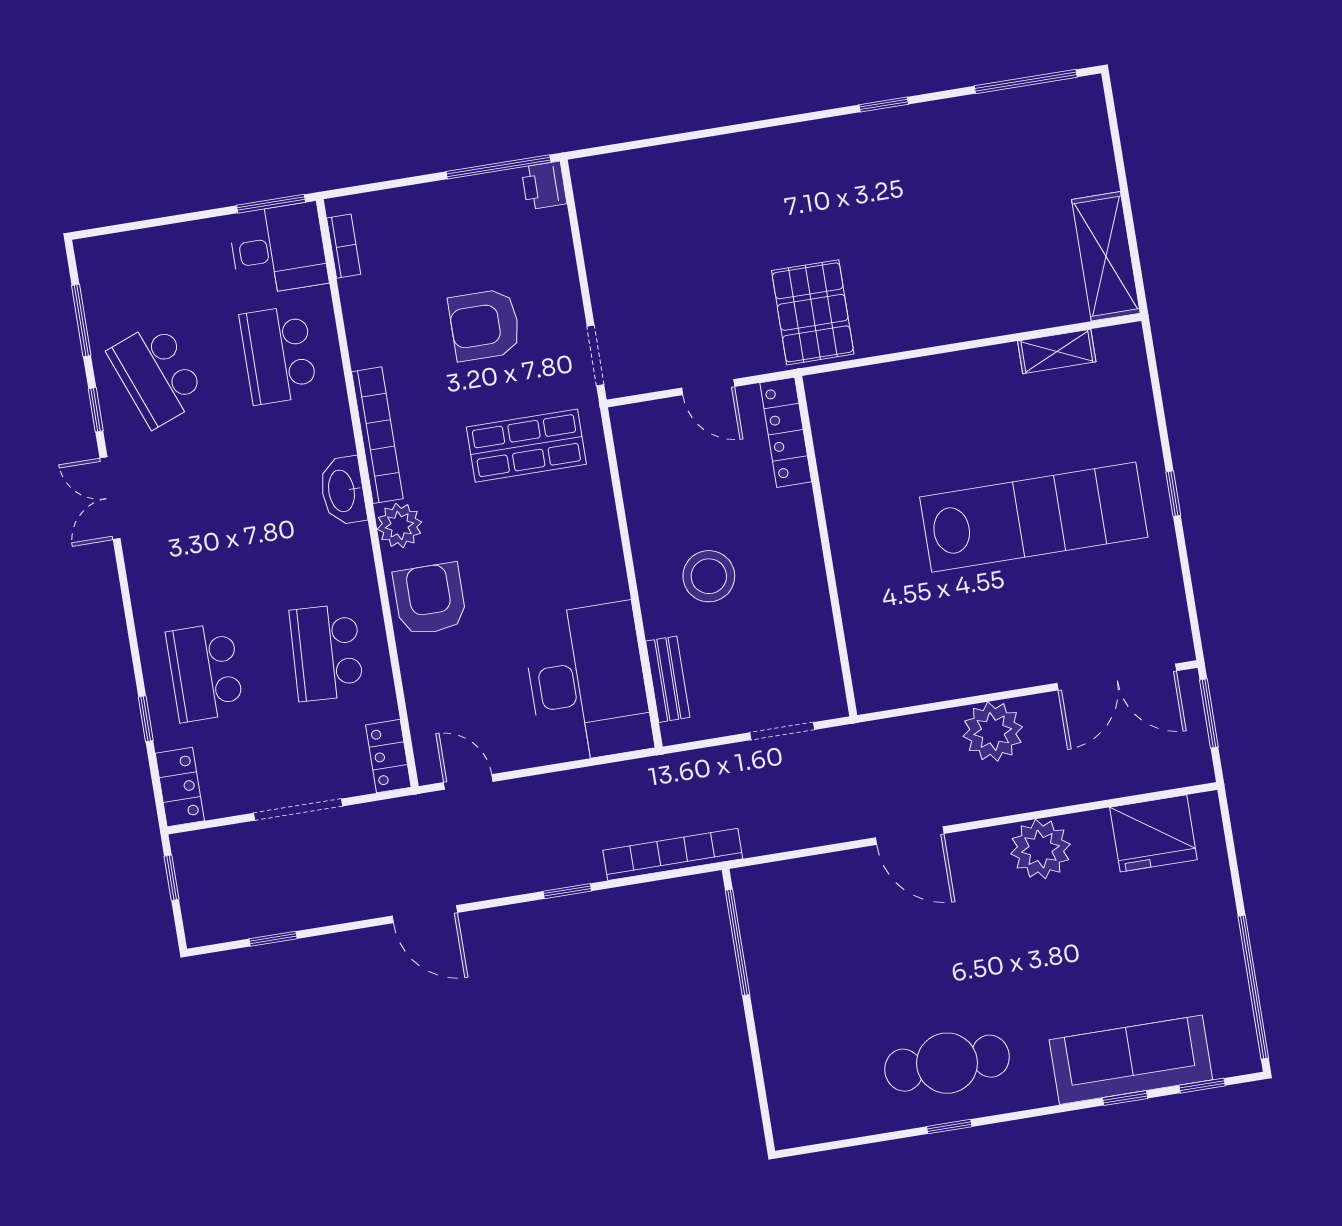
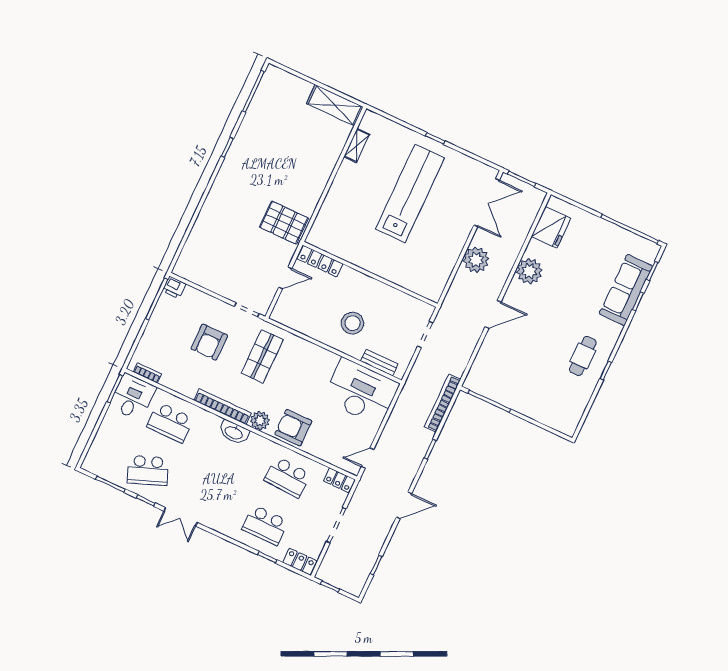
cafe table: (947, 1063) -> (583, 356), width x0.73, depth x0.74

